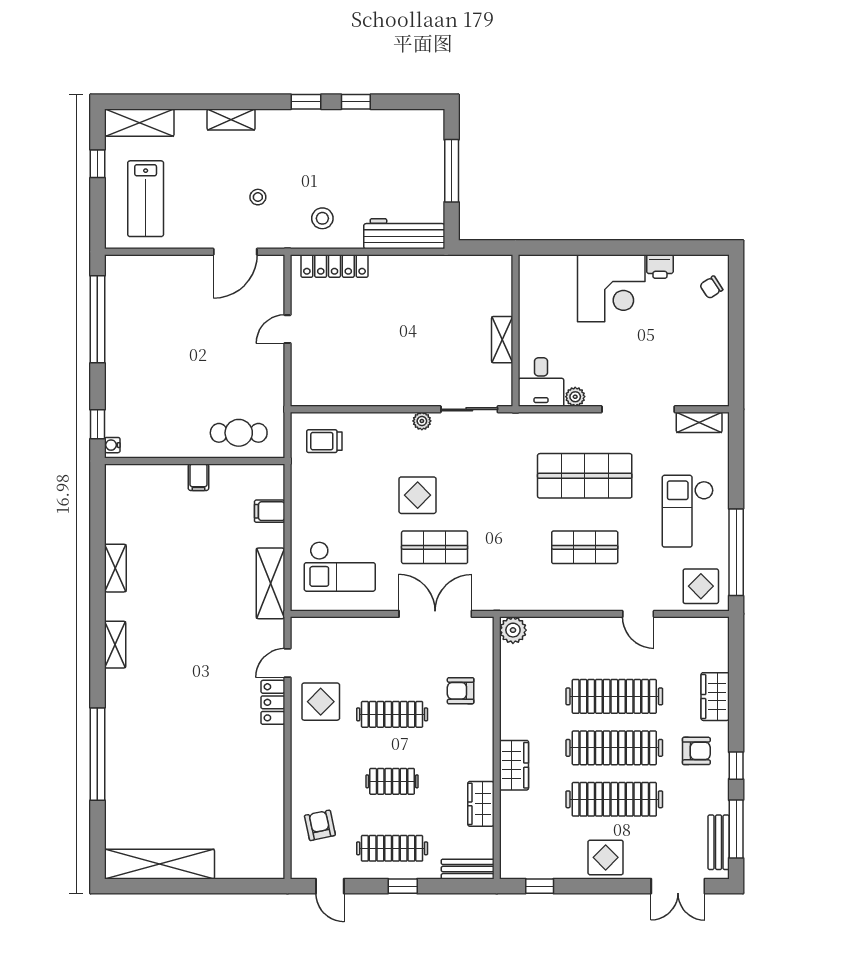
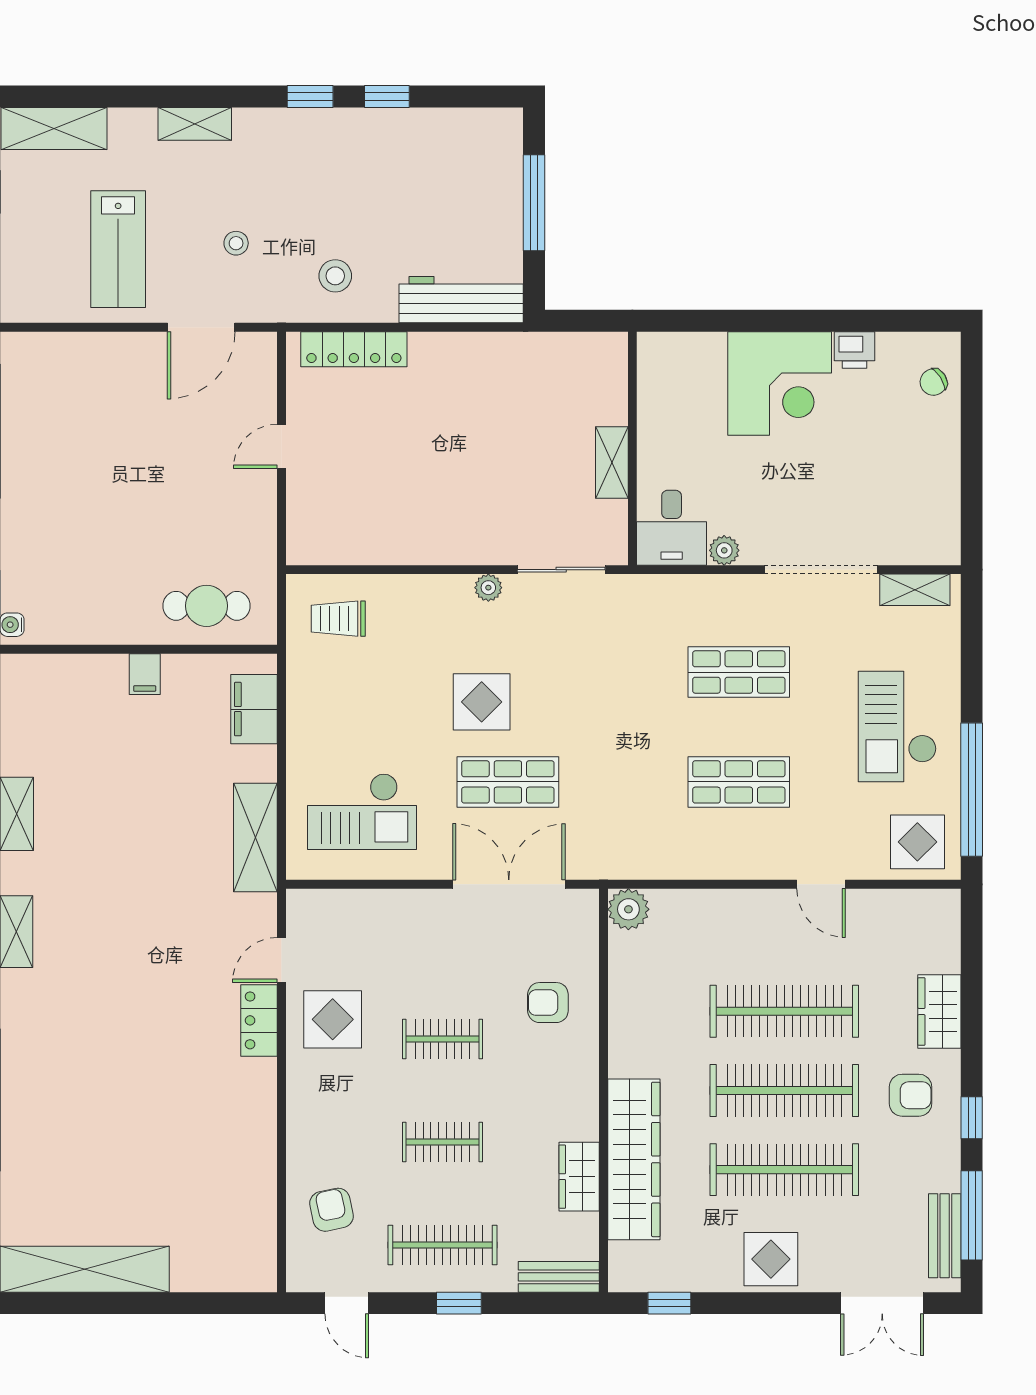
lab bench: (146, 199) -> (118, 249), moved
shop shelf: (585, 476) -> (739, 672), width x0.70, depth x0.74
filing cabinet: (270, 511) -> (254, 709), width x2.00
clothes rail: (392, 714) -> (443, 1039), width x0.73
wardrobe: (514, 765) -> (634, 1159), width x2.10, depth x1.17

